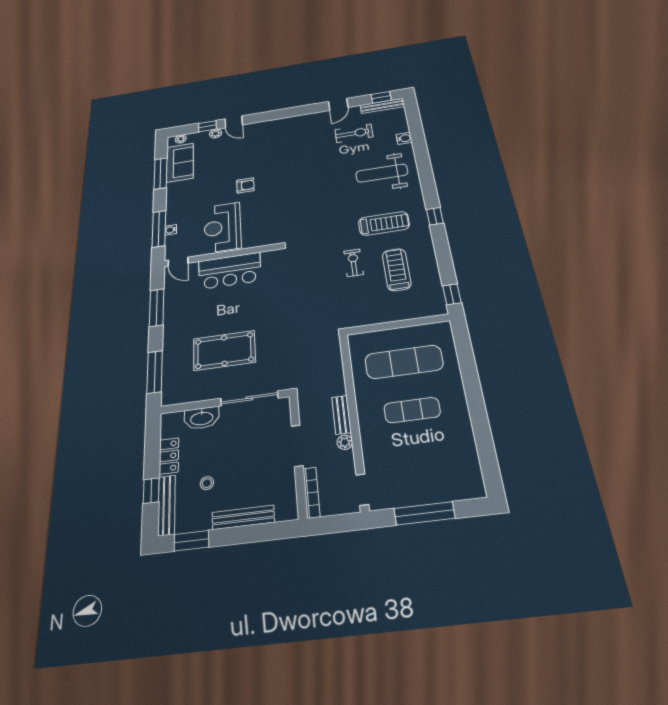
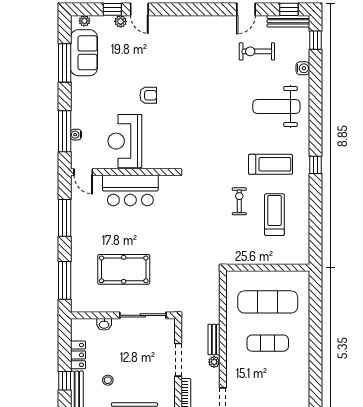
exercise bike: (354, 133) -> (257, 51), turned 180
window: (452, 294) -> (315, 40), moved
washbasin: (202, 418) -> (104, 324), width x0.52, depth x0.69

